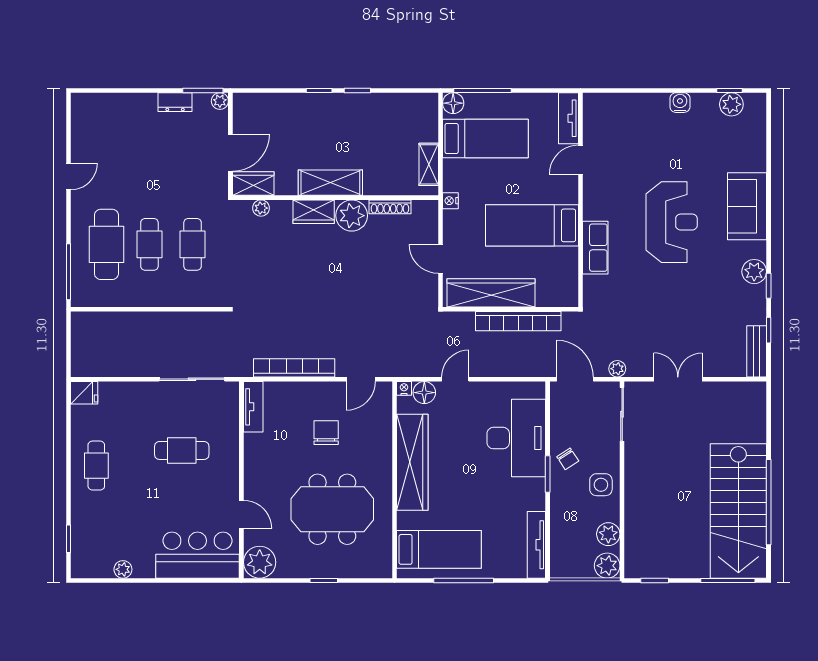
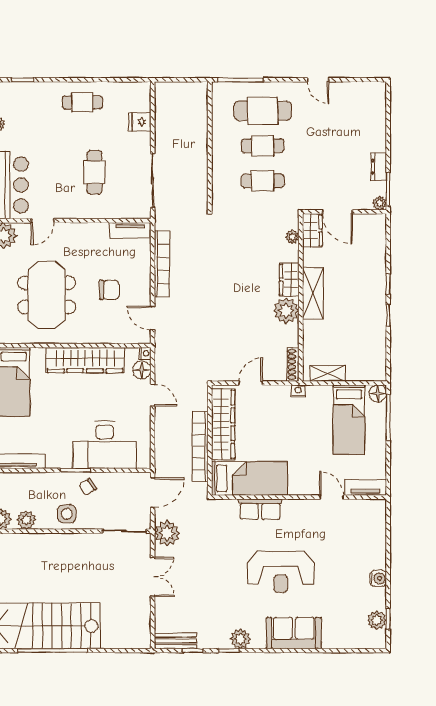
shoe rack: (390, 207) -> (293, 364), moved
bed: (532, 225) -> (249, 478), moved, turned 90
plant: (617, 369) -> (167, 533), width x1.88, depth x1.88
fridge: (84, 393) -> (140, 122), moved, turned 90

